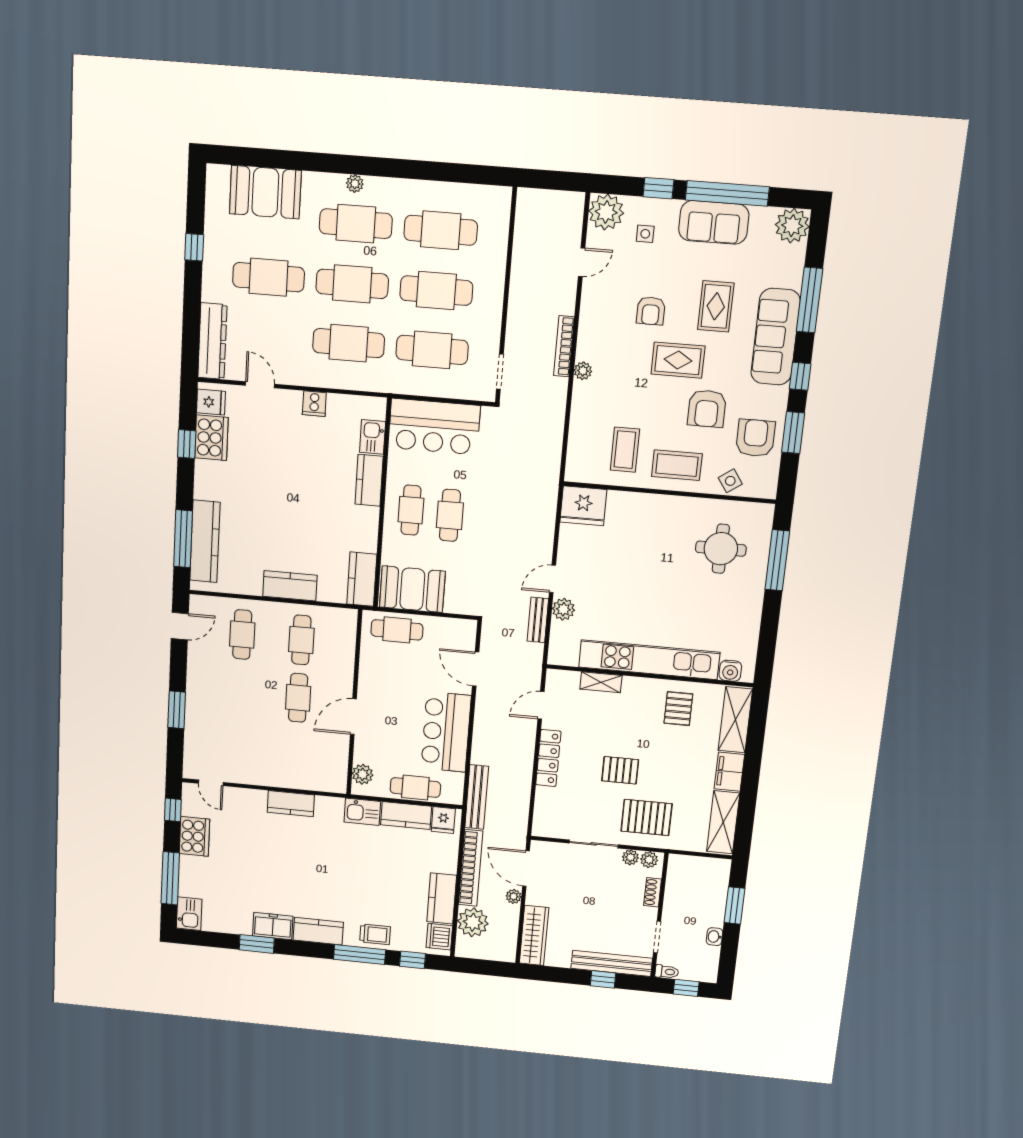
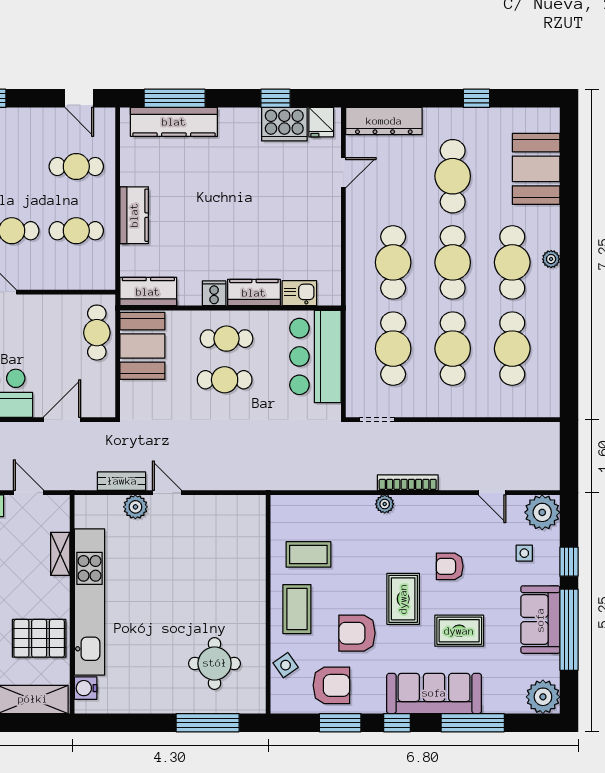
cooker: (314, 404) -> (214, 293), moved, turned 90
fridge: (583, 506) -> (247, 517), removed
pallet: (678, 709) -> (39, 638), width x1.50, depth x1.42

